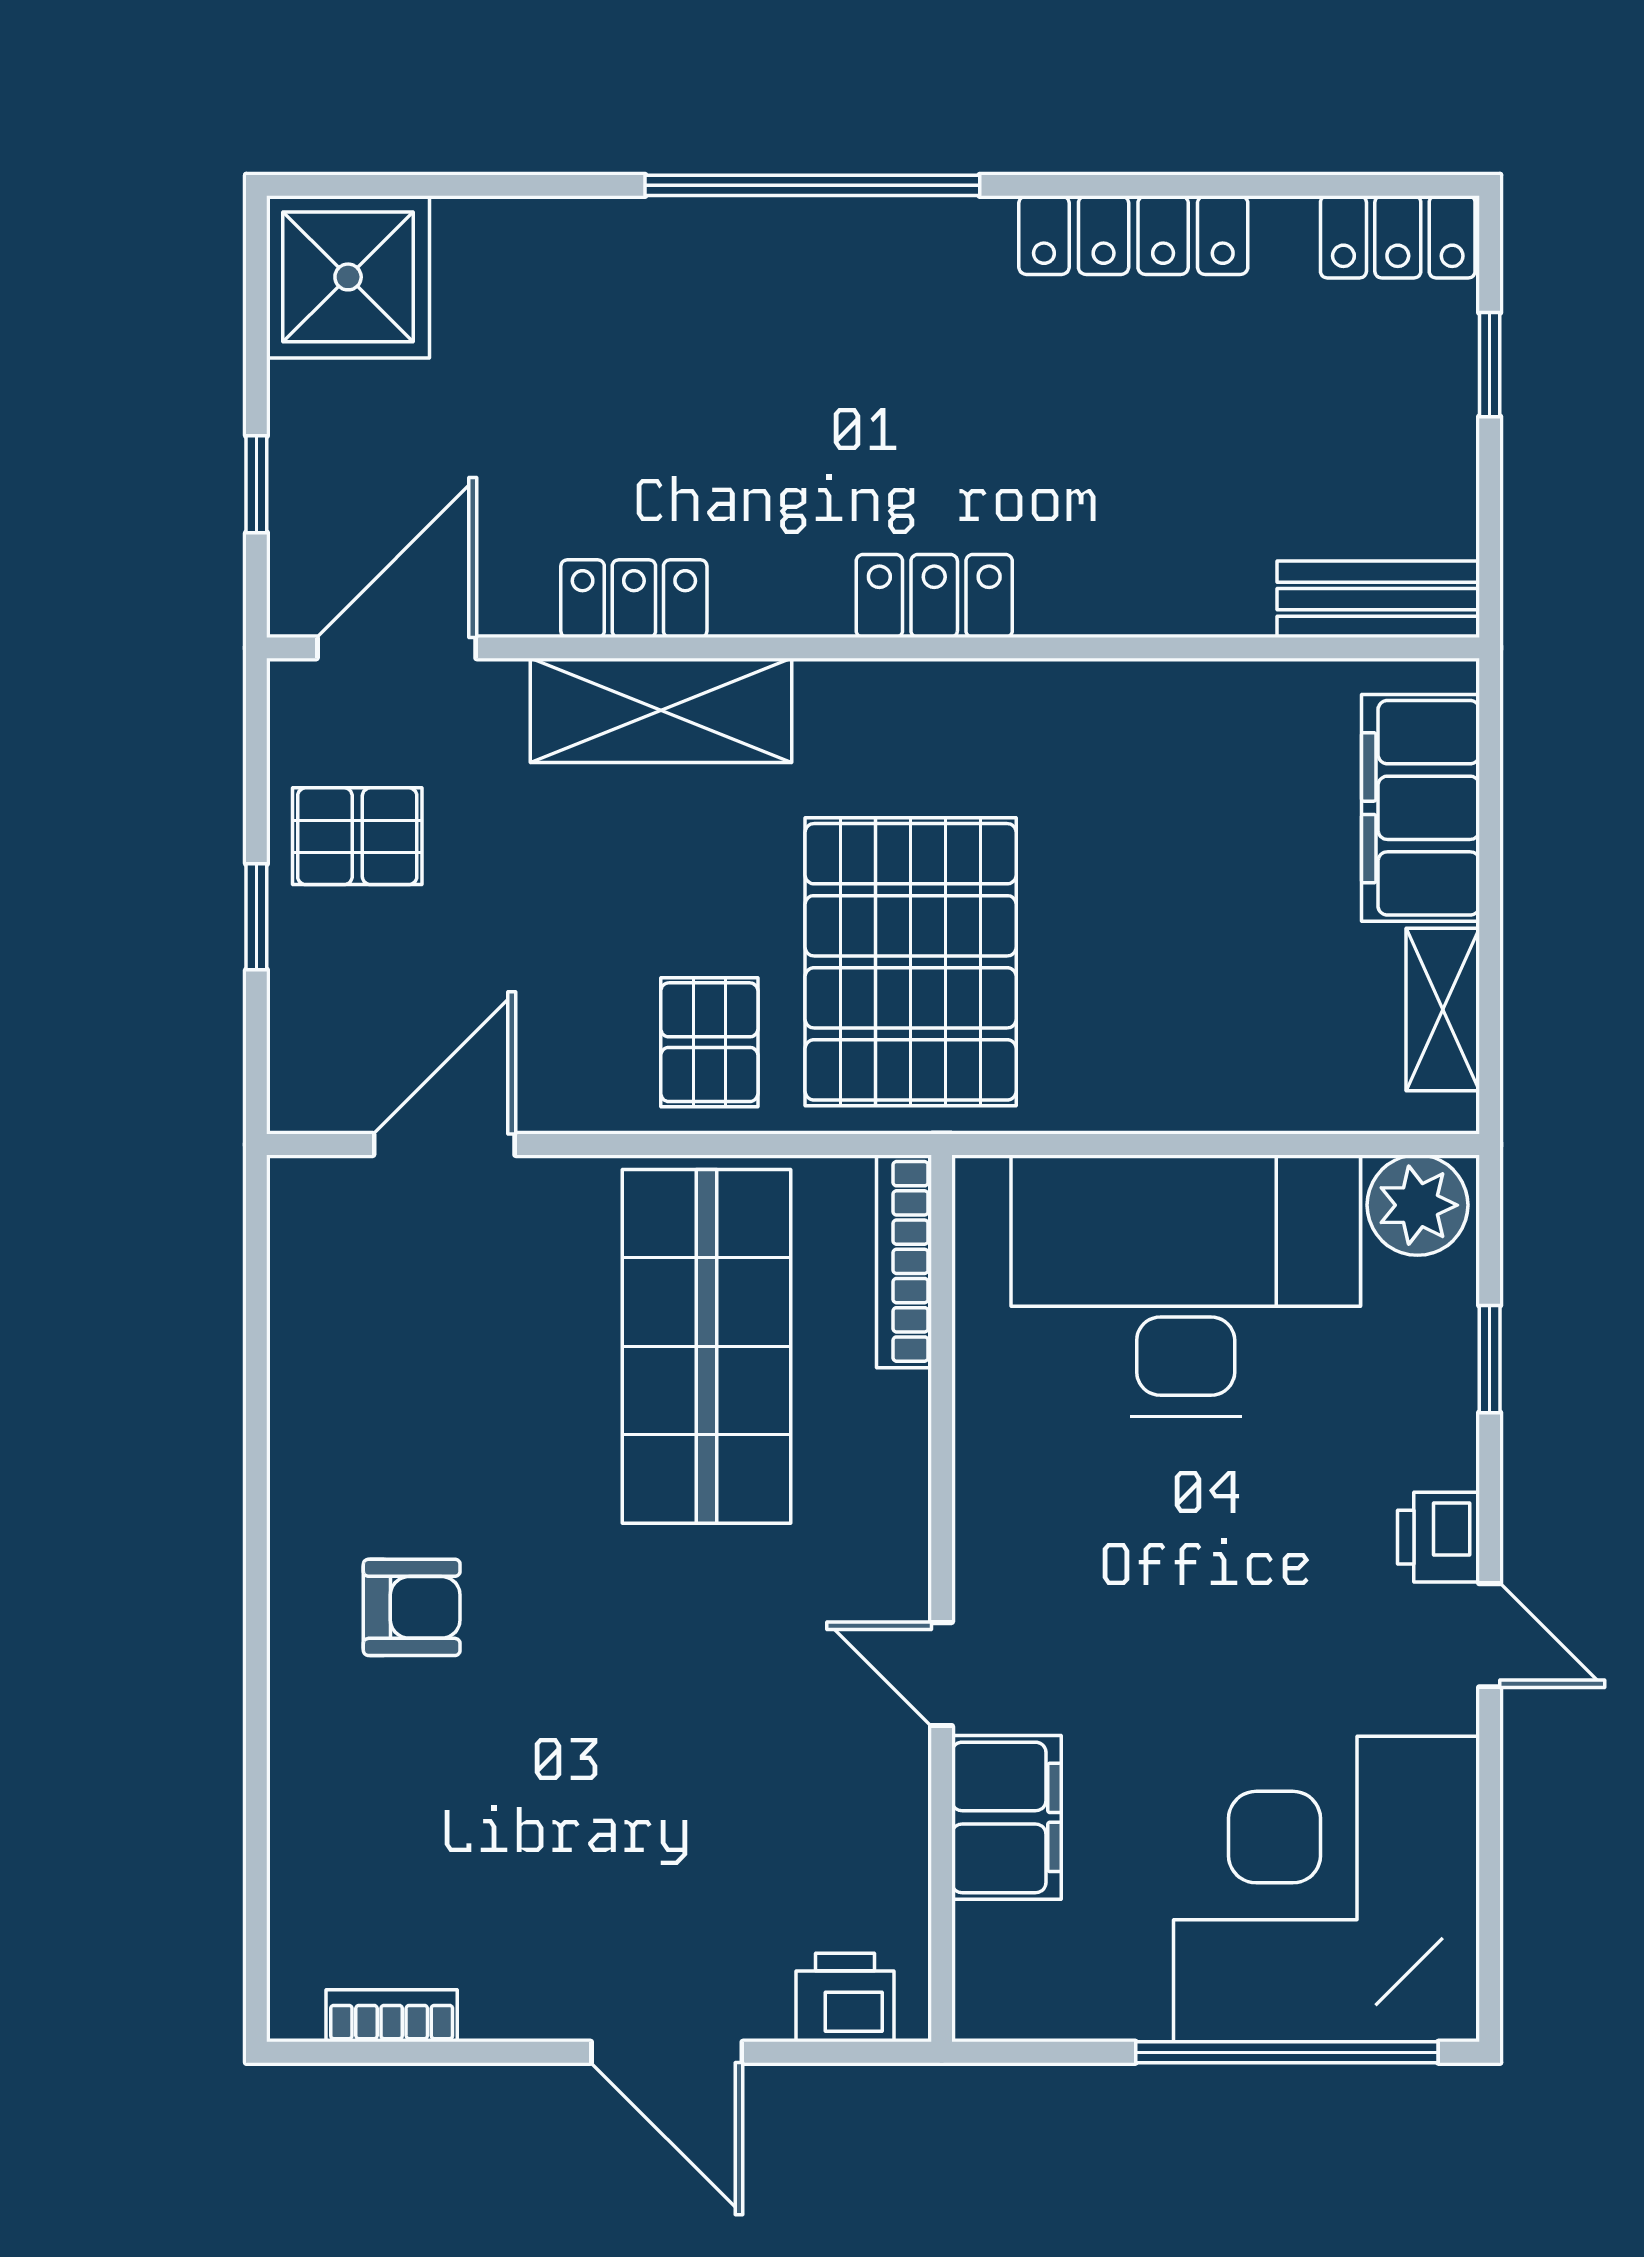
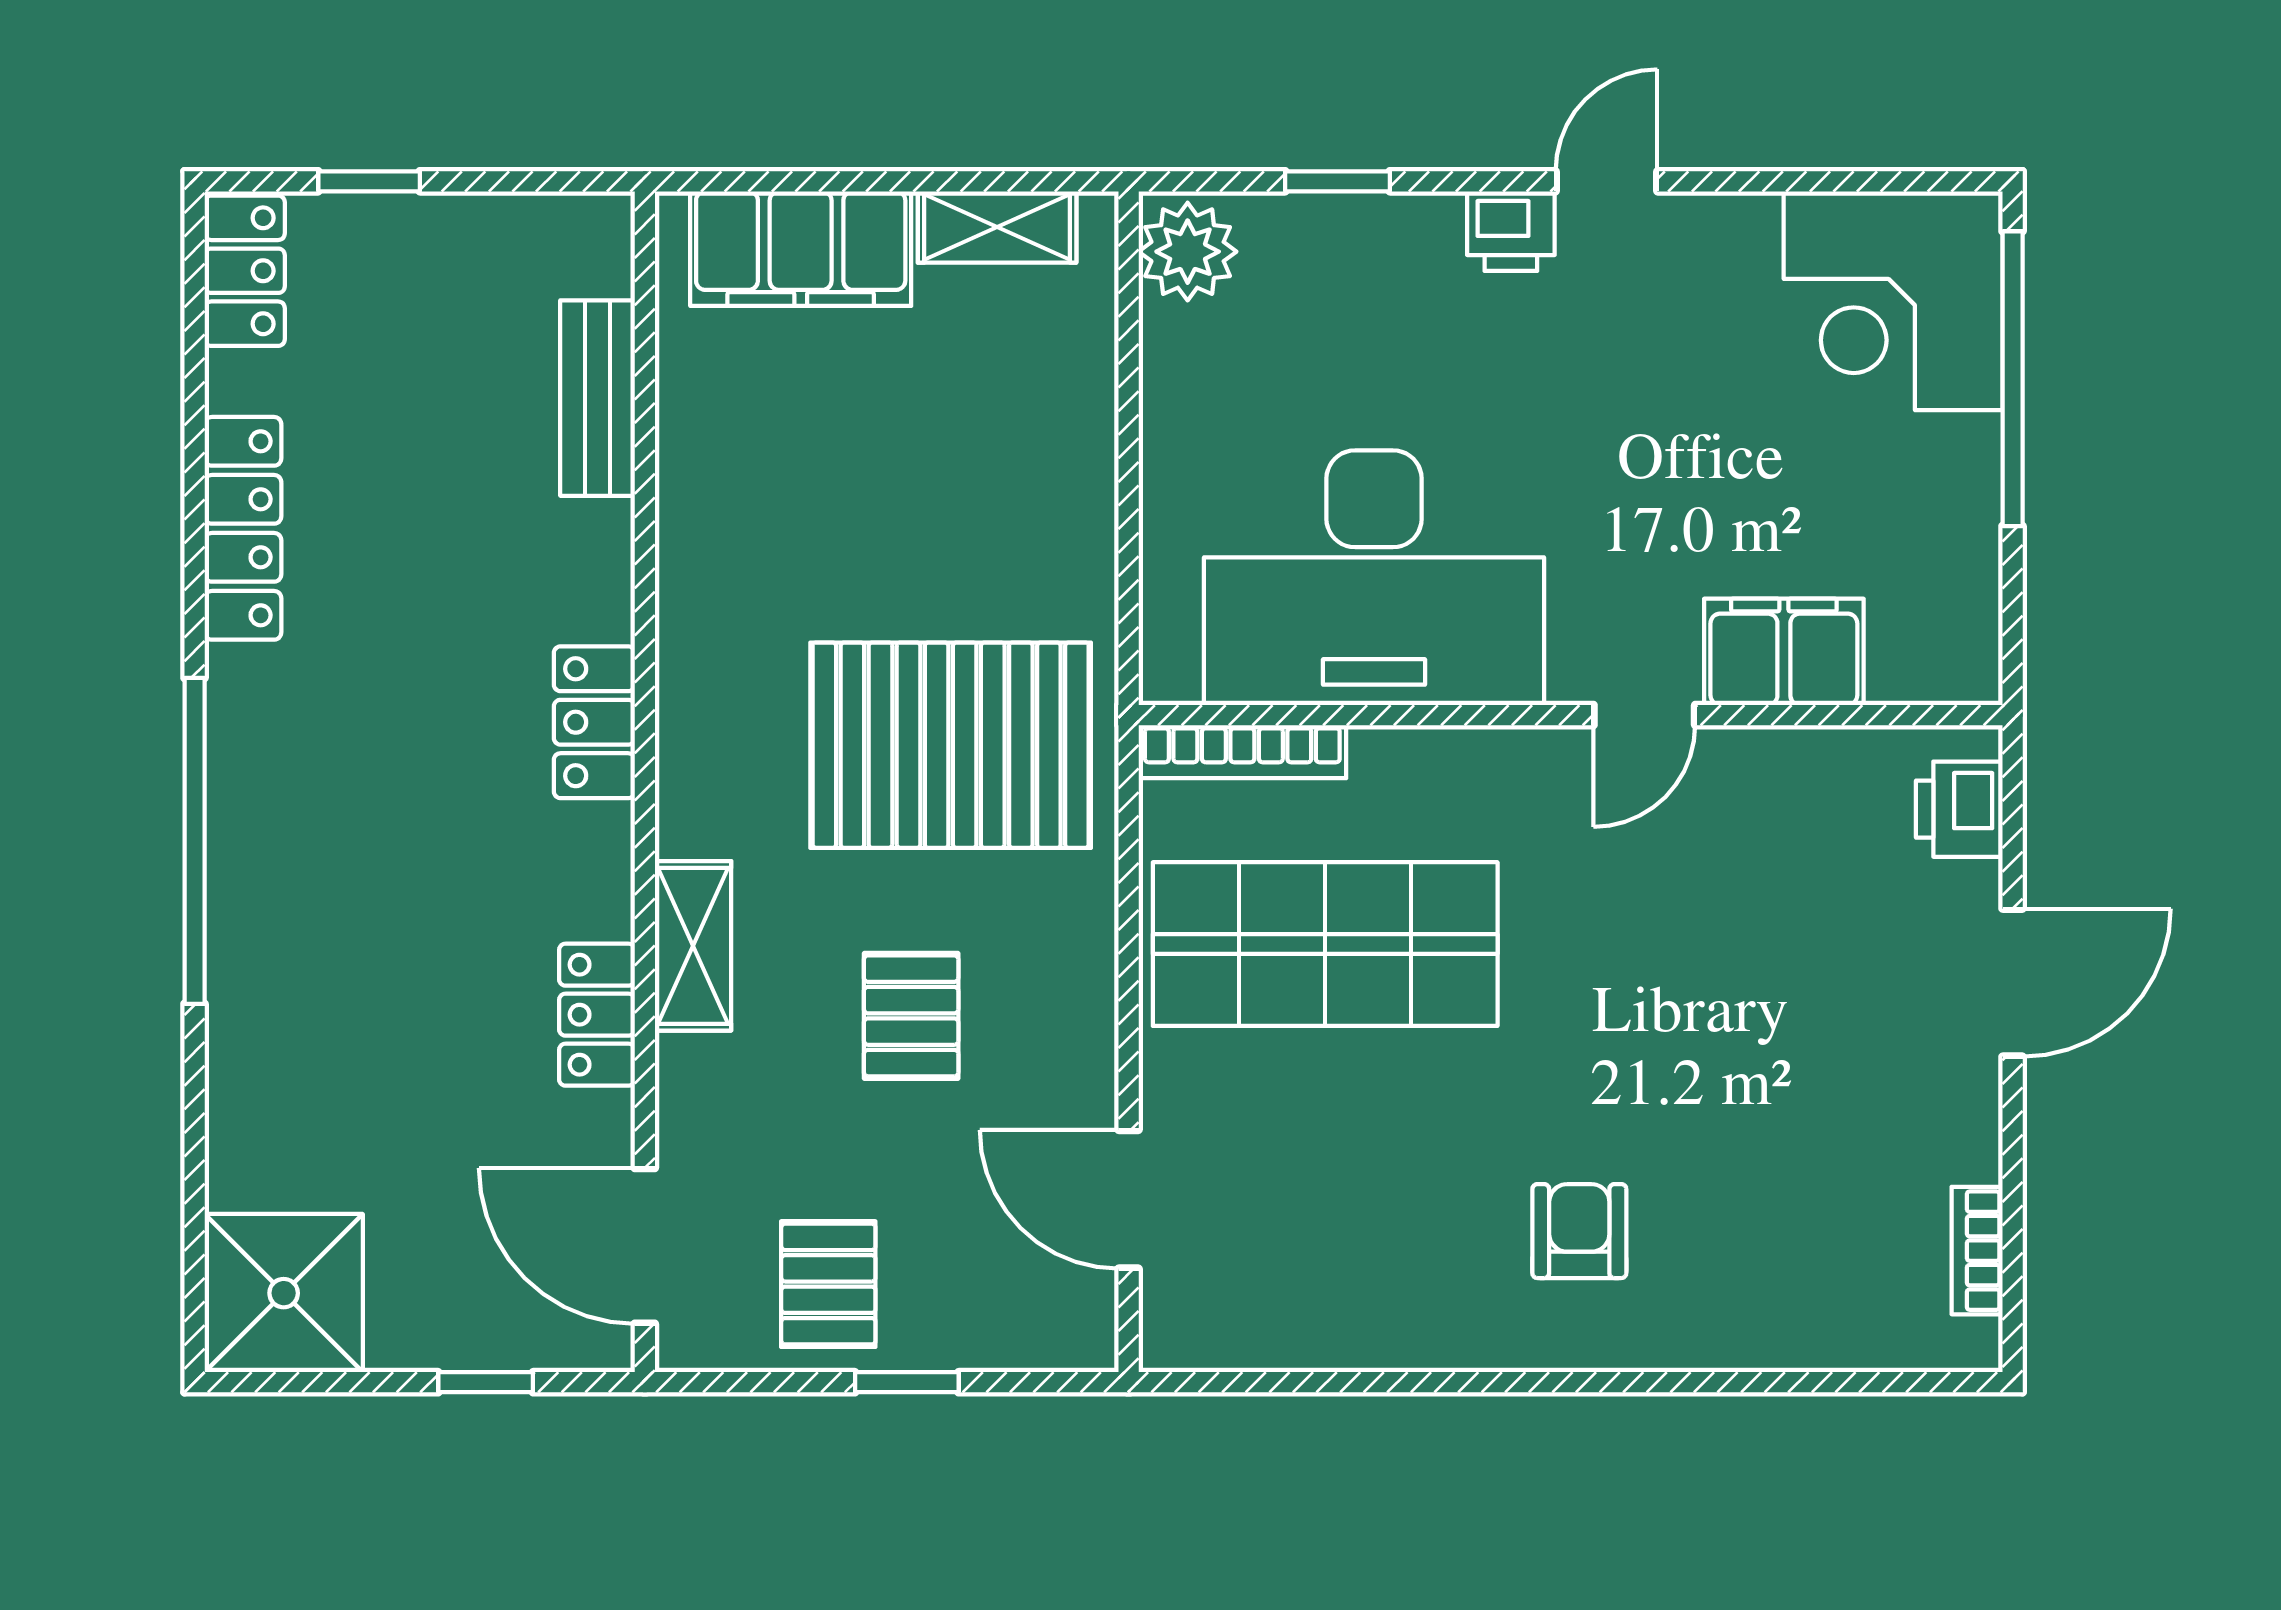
bench: (1378, 599) -> (598, 398), moved
shelving: (661, 710) -> (693, 946), width x0.67, depth x0.75
pallet: (709, 1042) -> (911, 1016), moved, turned 90
desk: (1186, 1286) -> (1374, 578), moved, turned -90
corner desk: (1326, 1889) -> (1893, 301), width x0.74, depth x0.74

